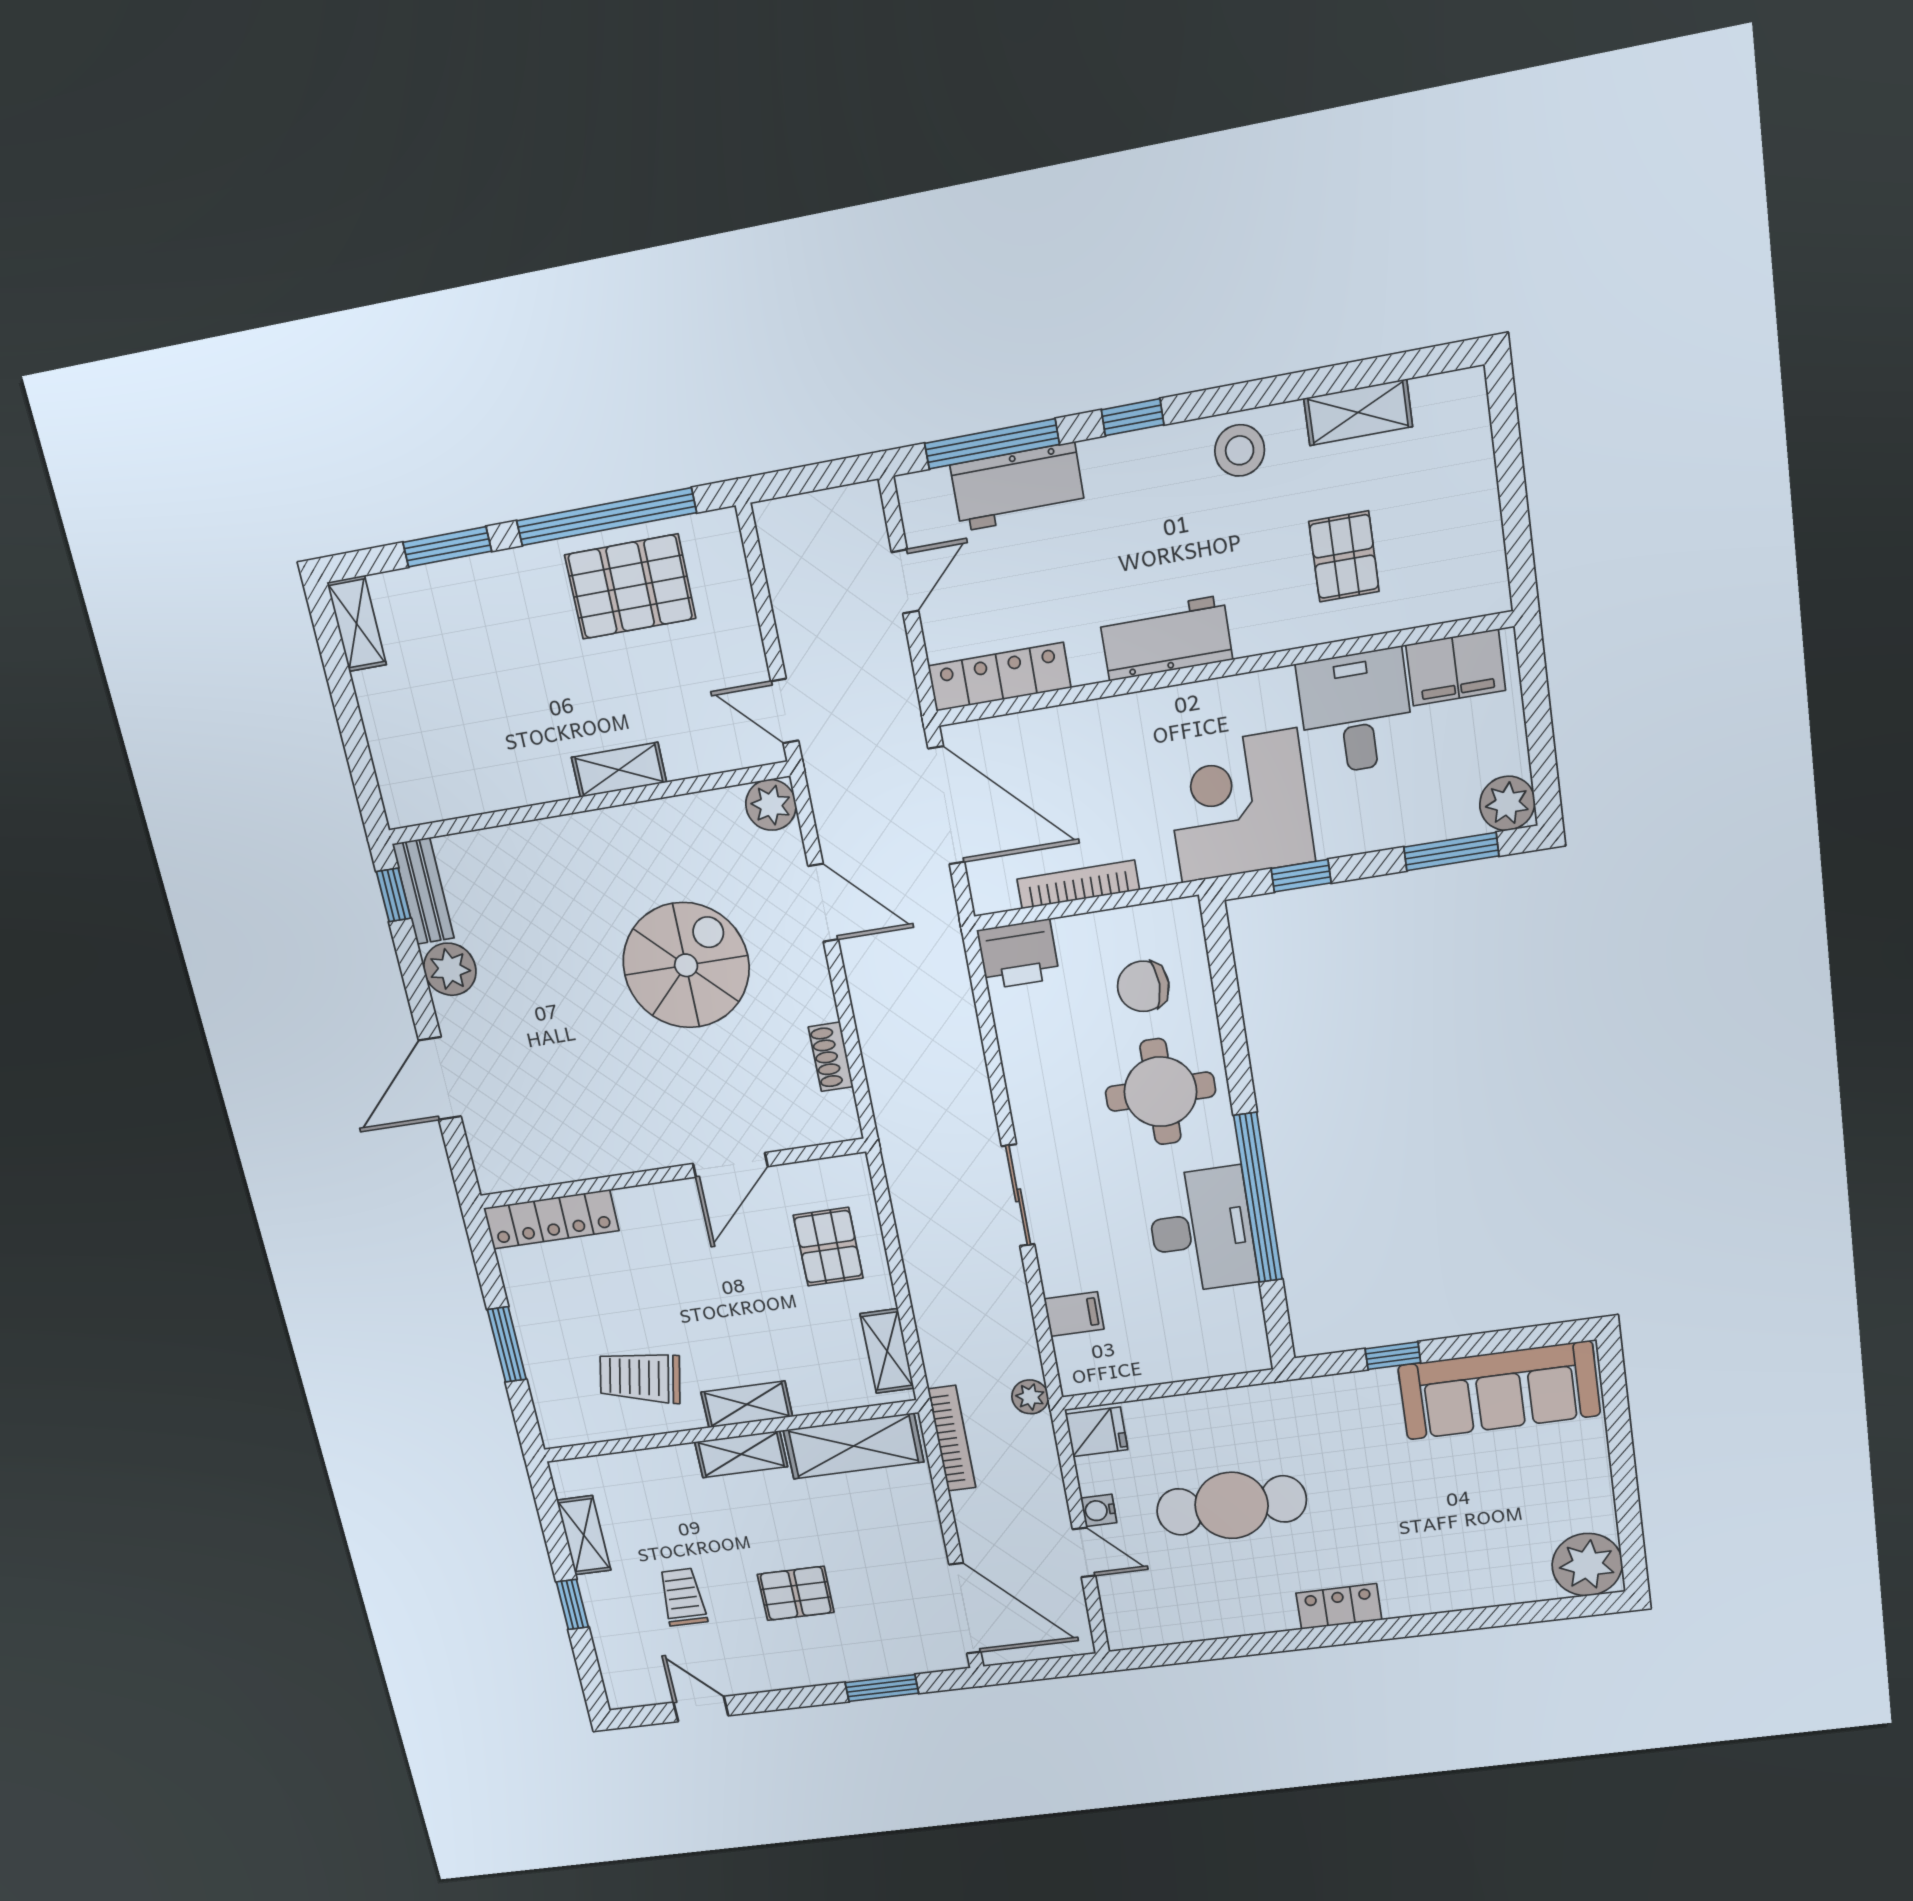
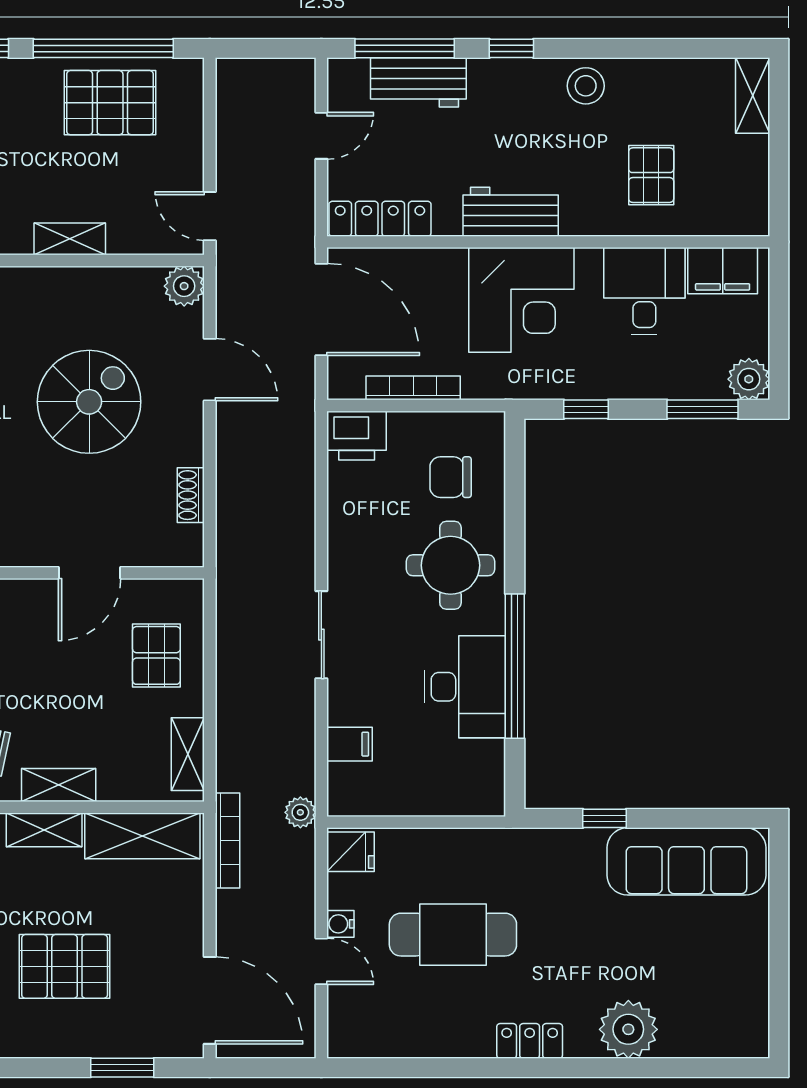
shelving: (1358, 412) -> (753, 96), moved, turned 90
corner desk: (1239, 806) -> (521, 300), moved, turned 180
plant: (1587, 1565) -> (628, 1029), moved
pallet: (796, 1593) -> (65, 966), width x1.50, depth x1.42

